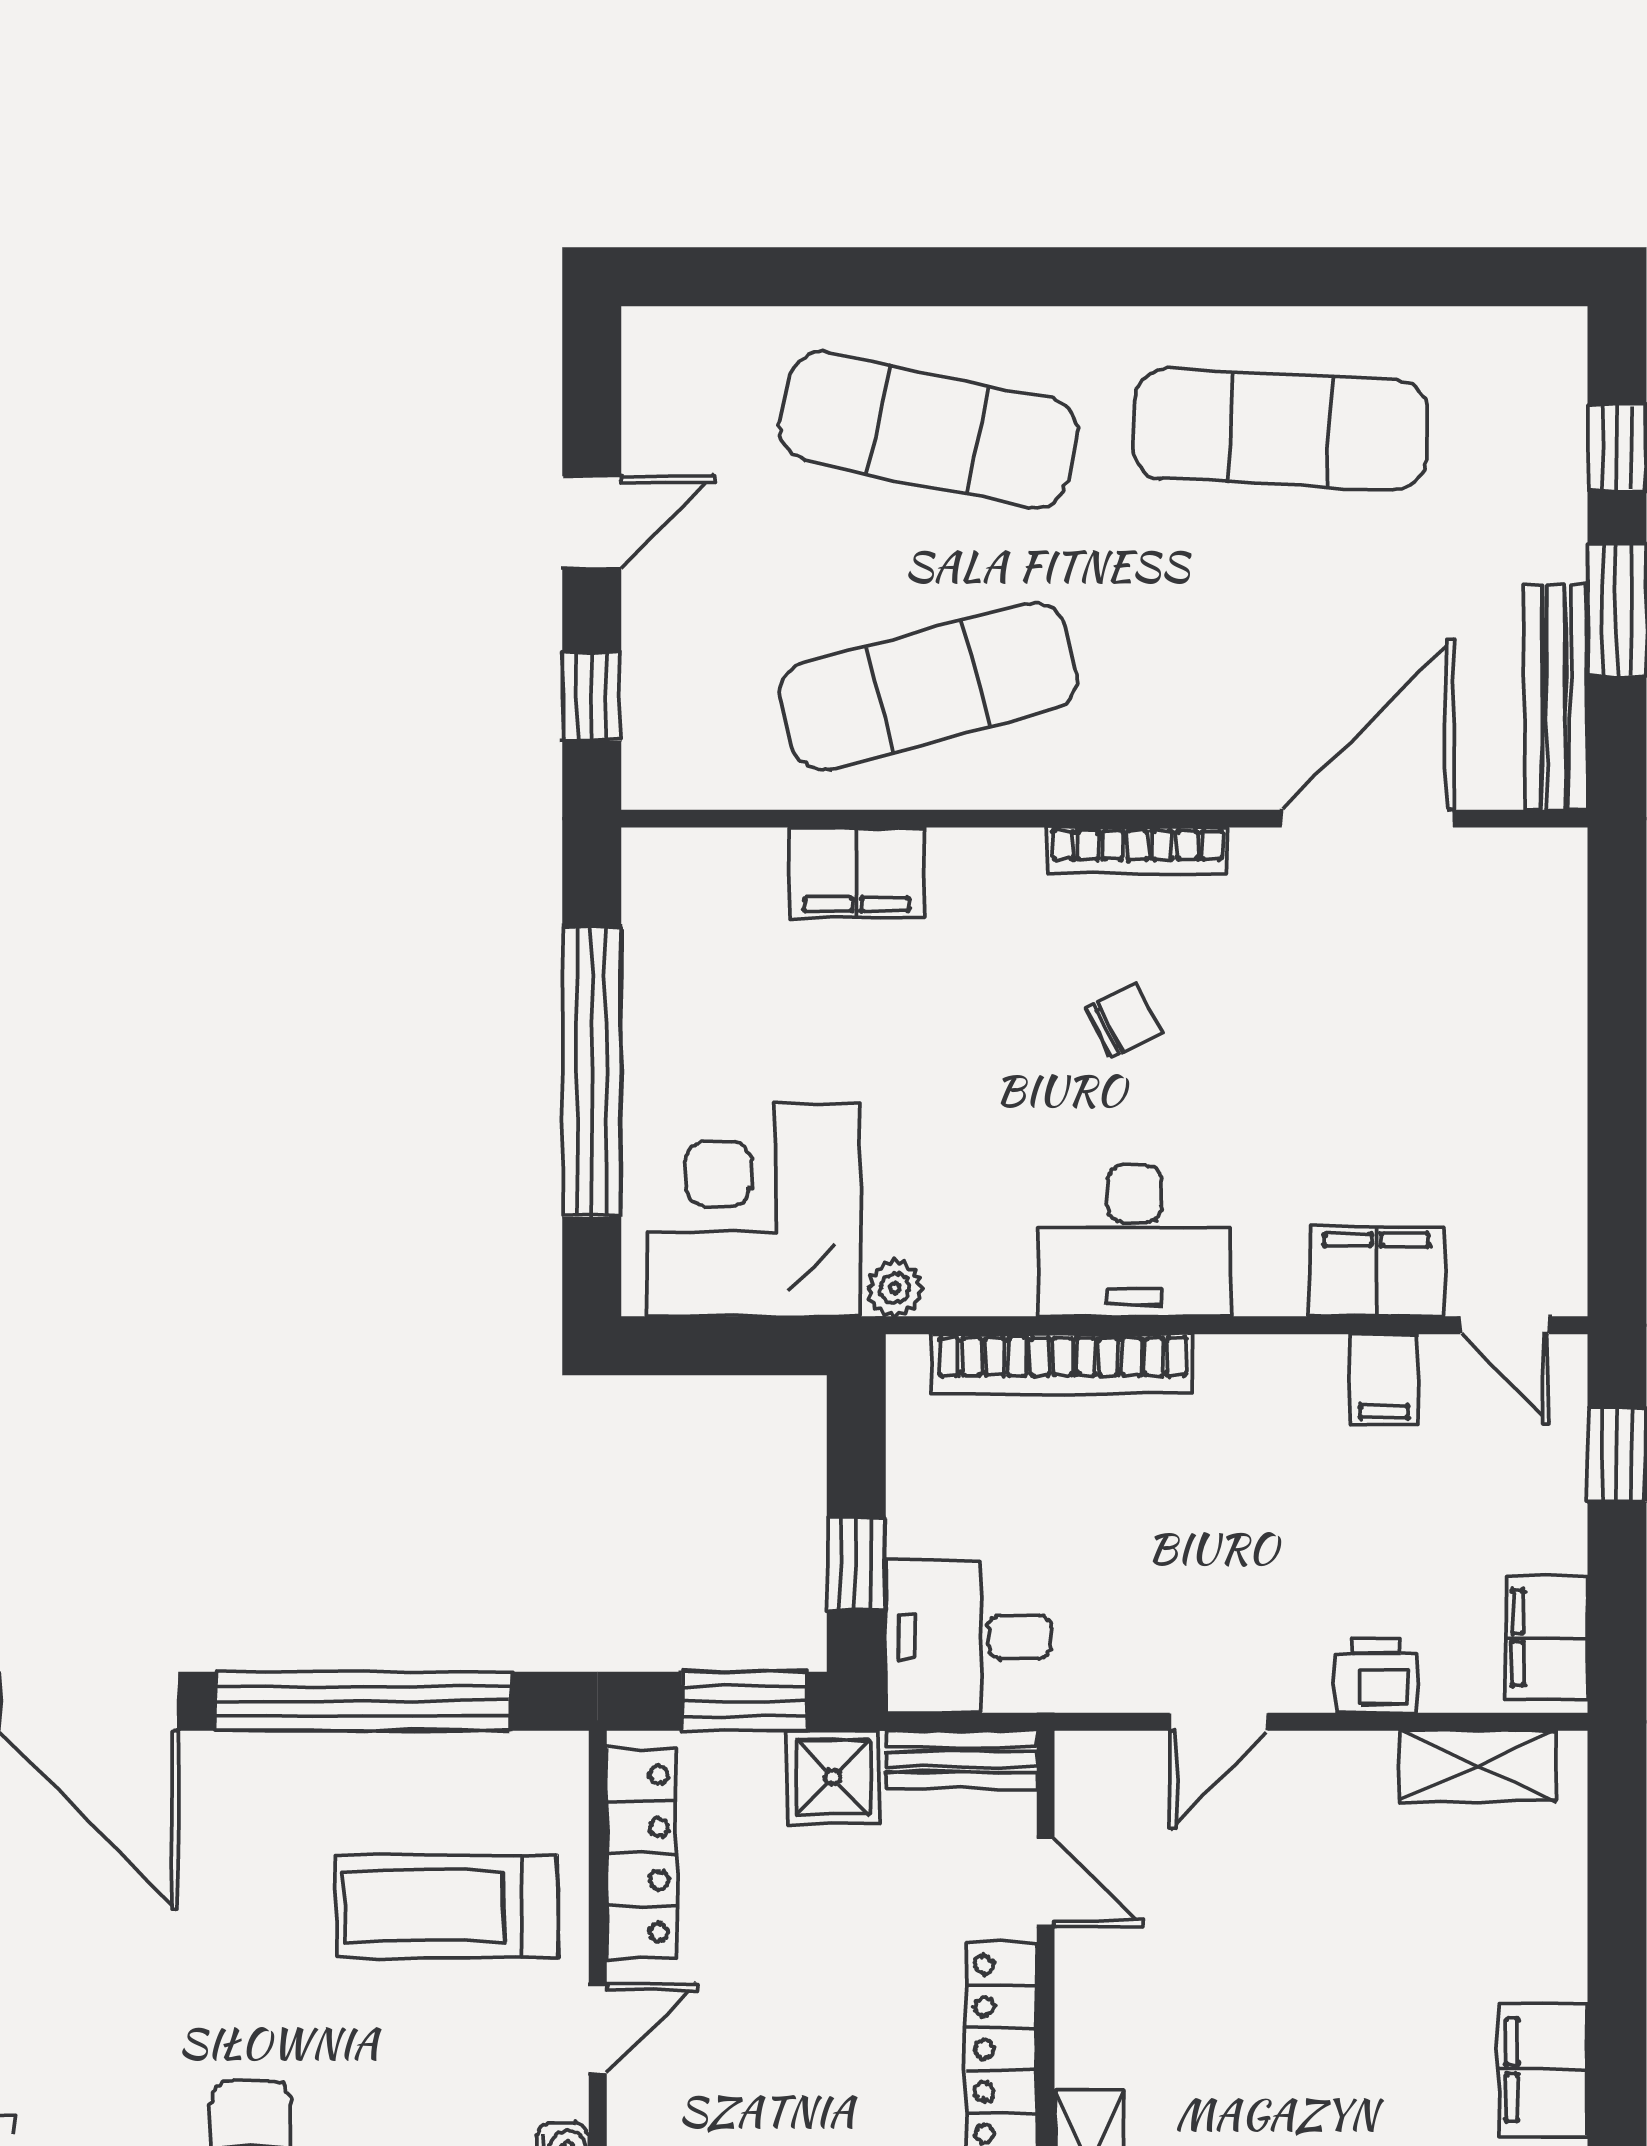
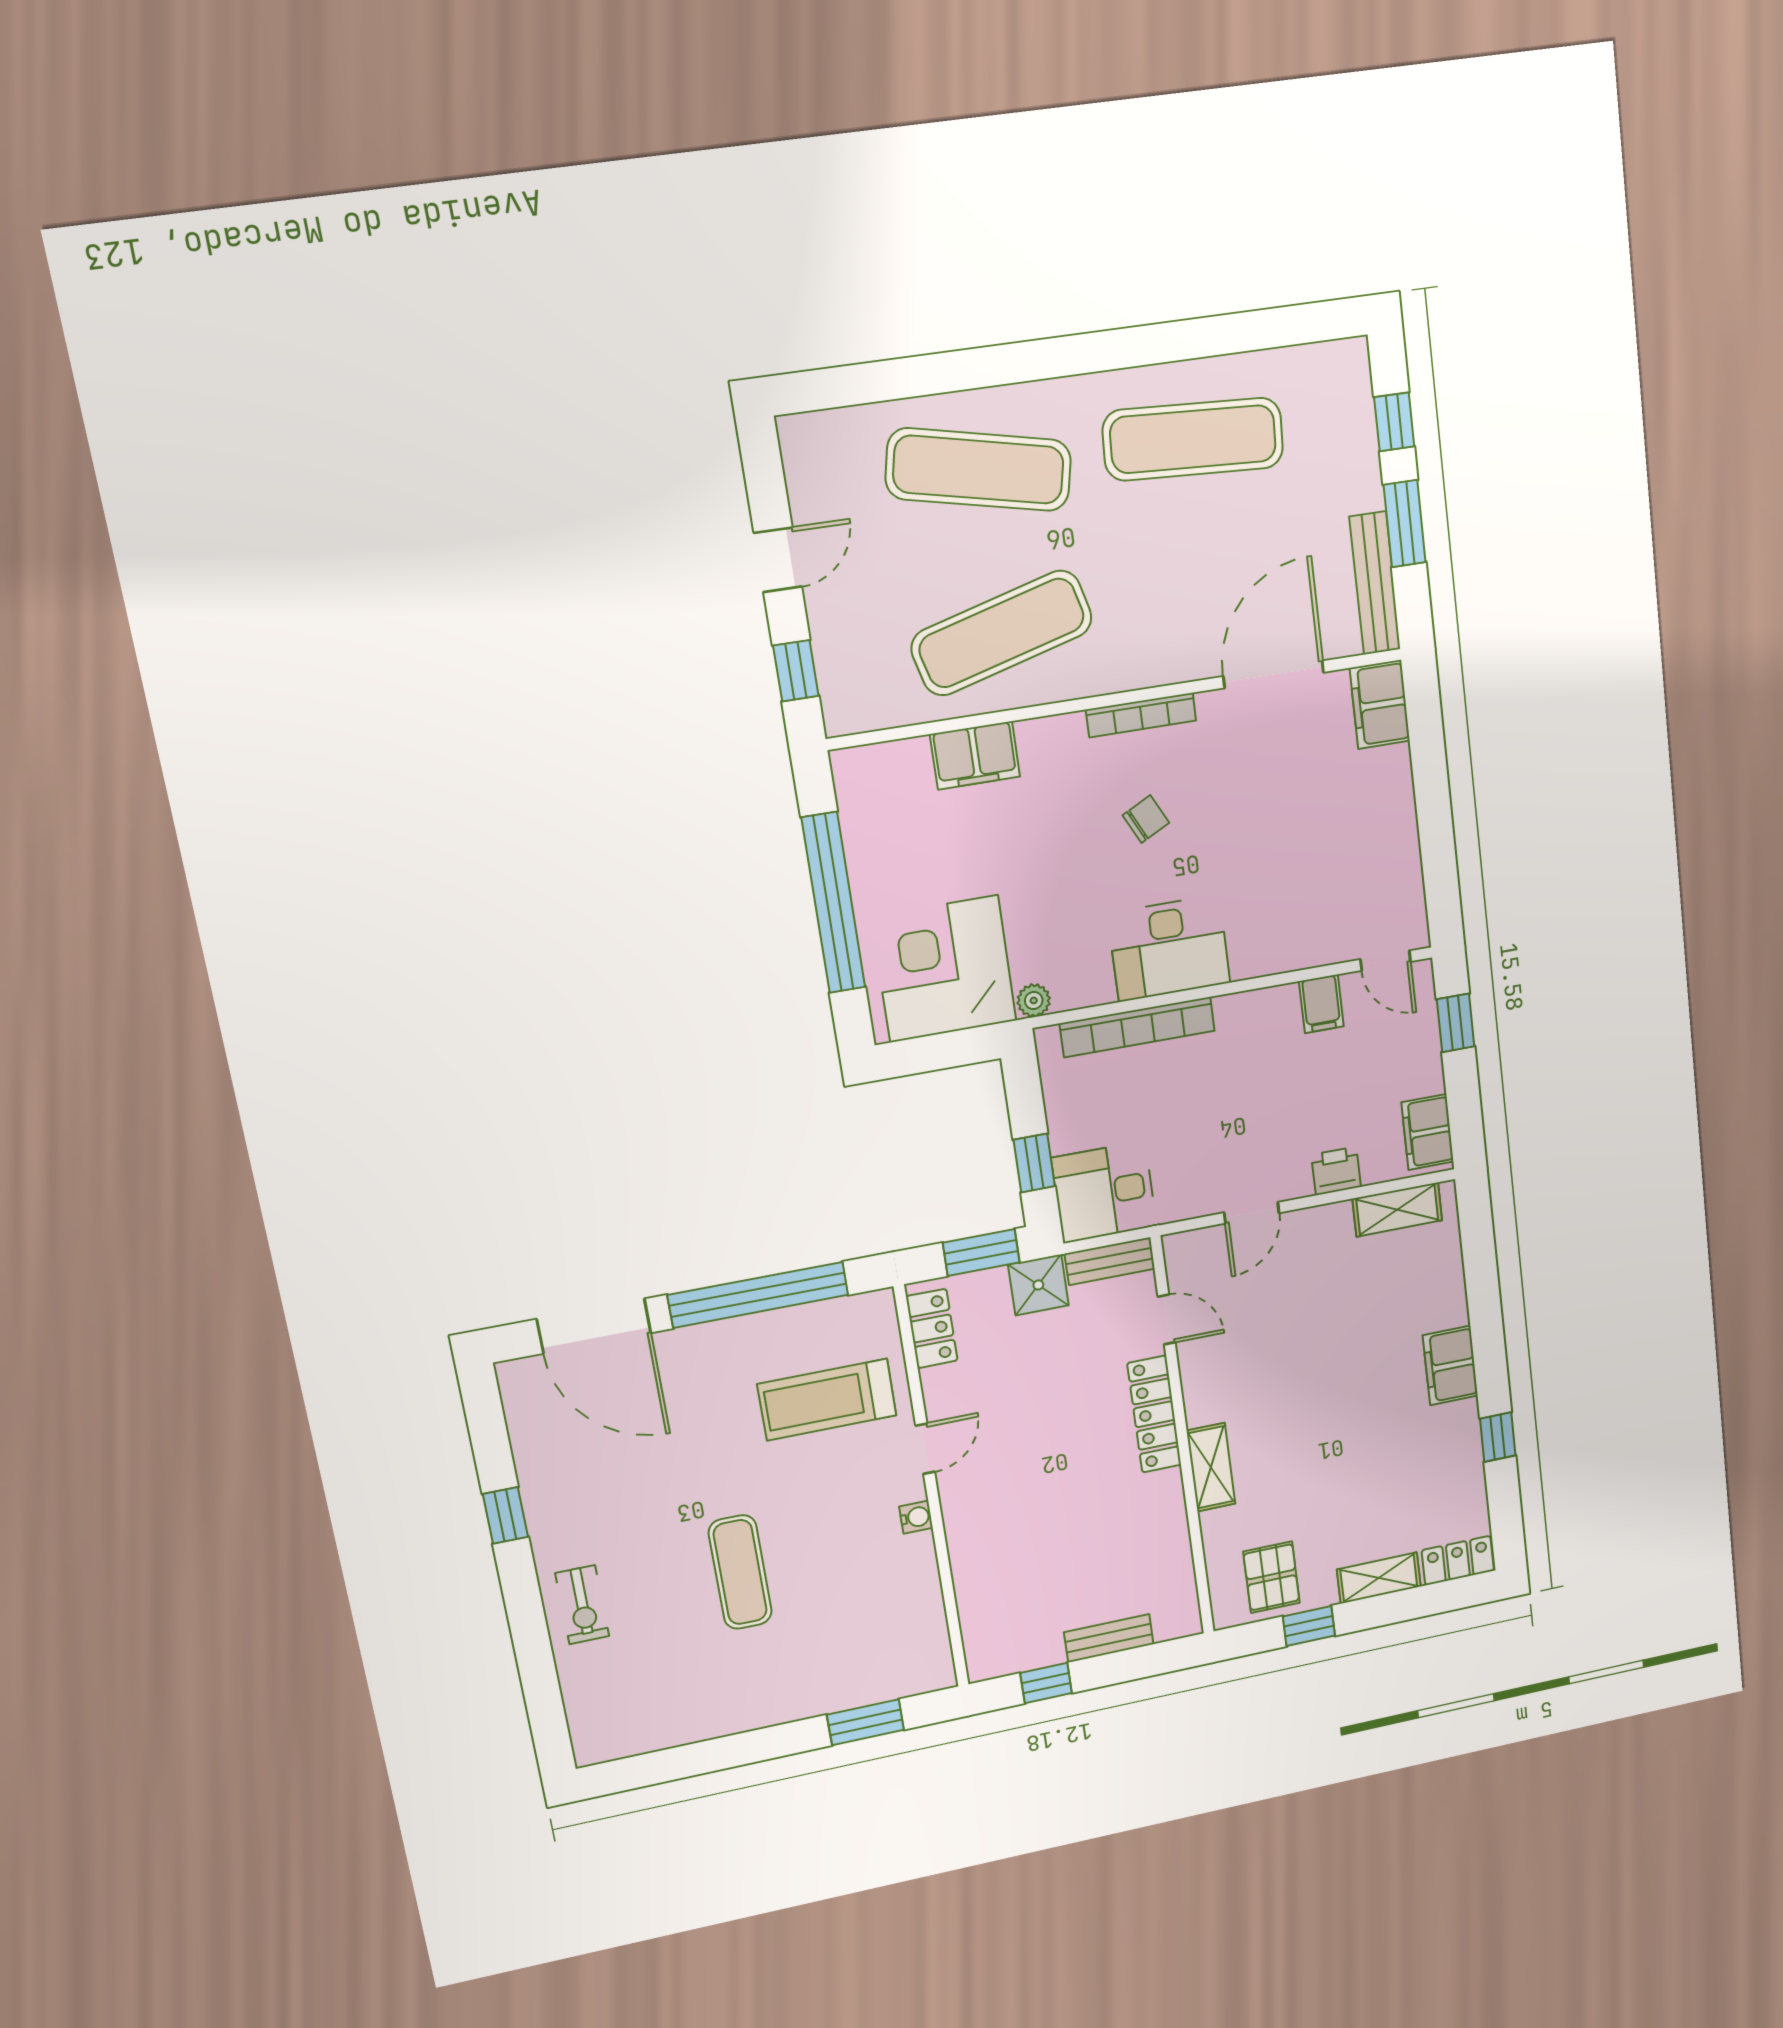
filing cabinet: (1376, 1271) -> (1380, 704), moved, turned -90
locker: (641, 1854) -> (932, 1328), width x0.66

